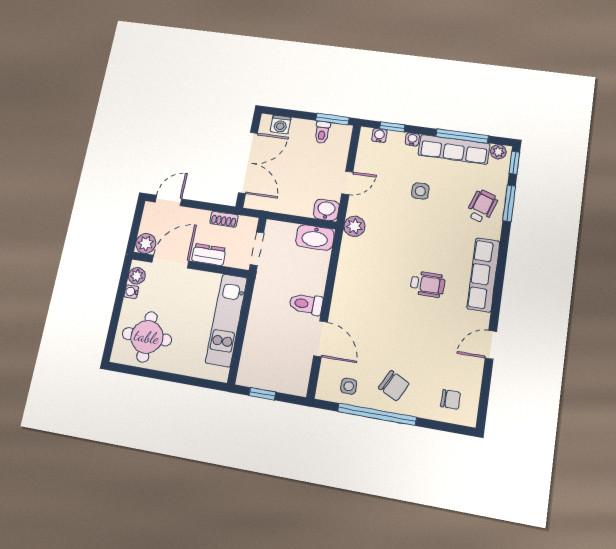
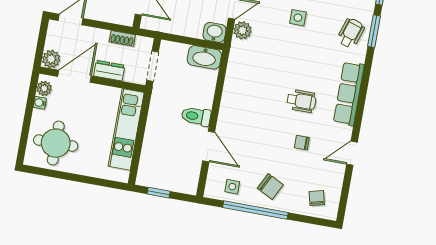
plant: (354, 226) -> (242, 30), moved
chair: (430, 333) -> (302, 143), added
chair: (451, 399) -> (317, 198), turned -104

